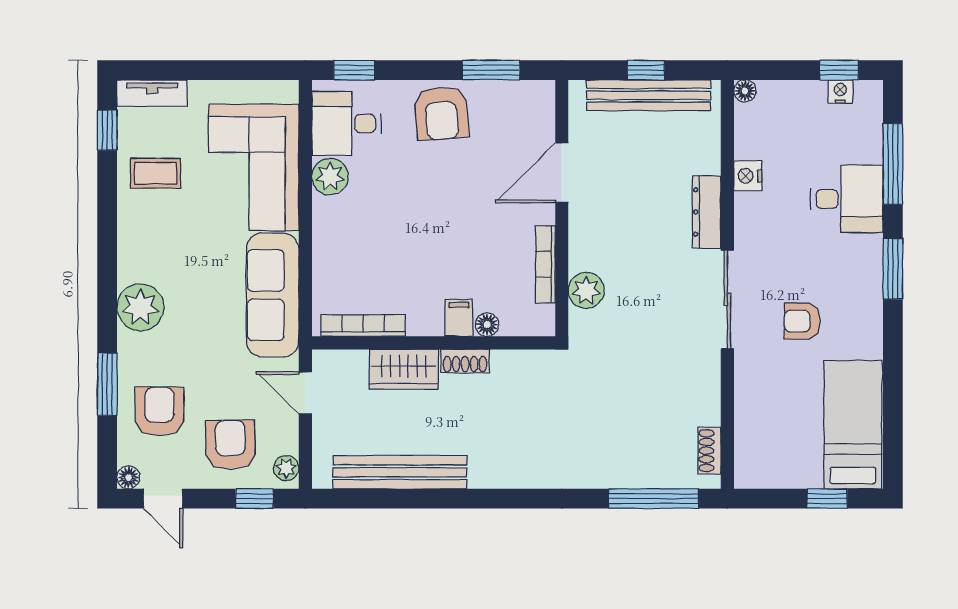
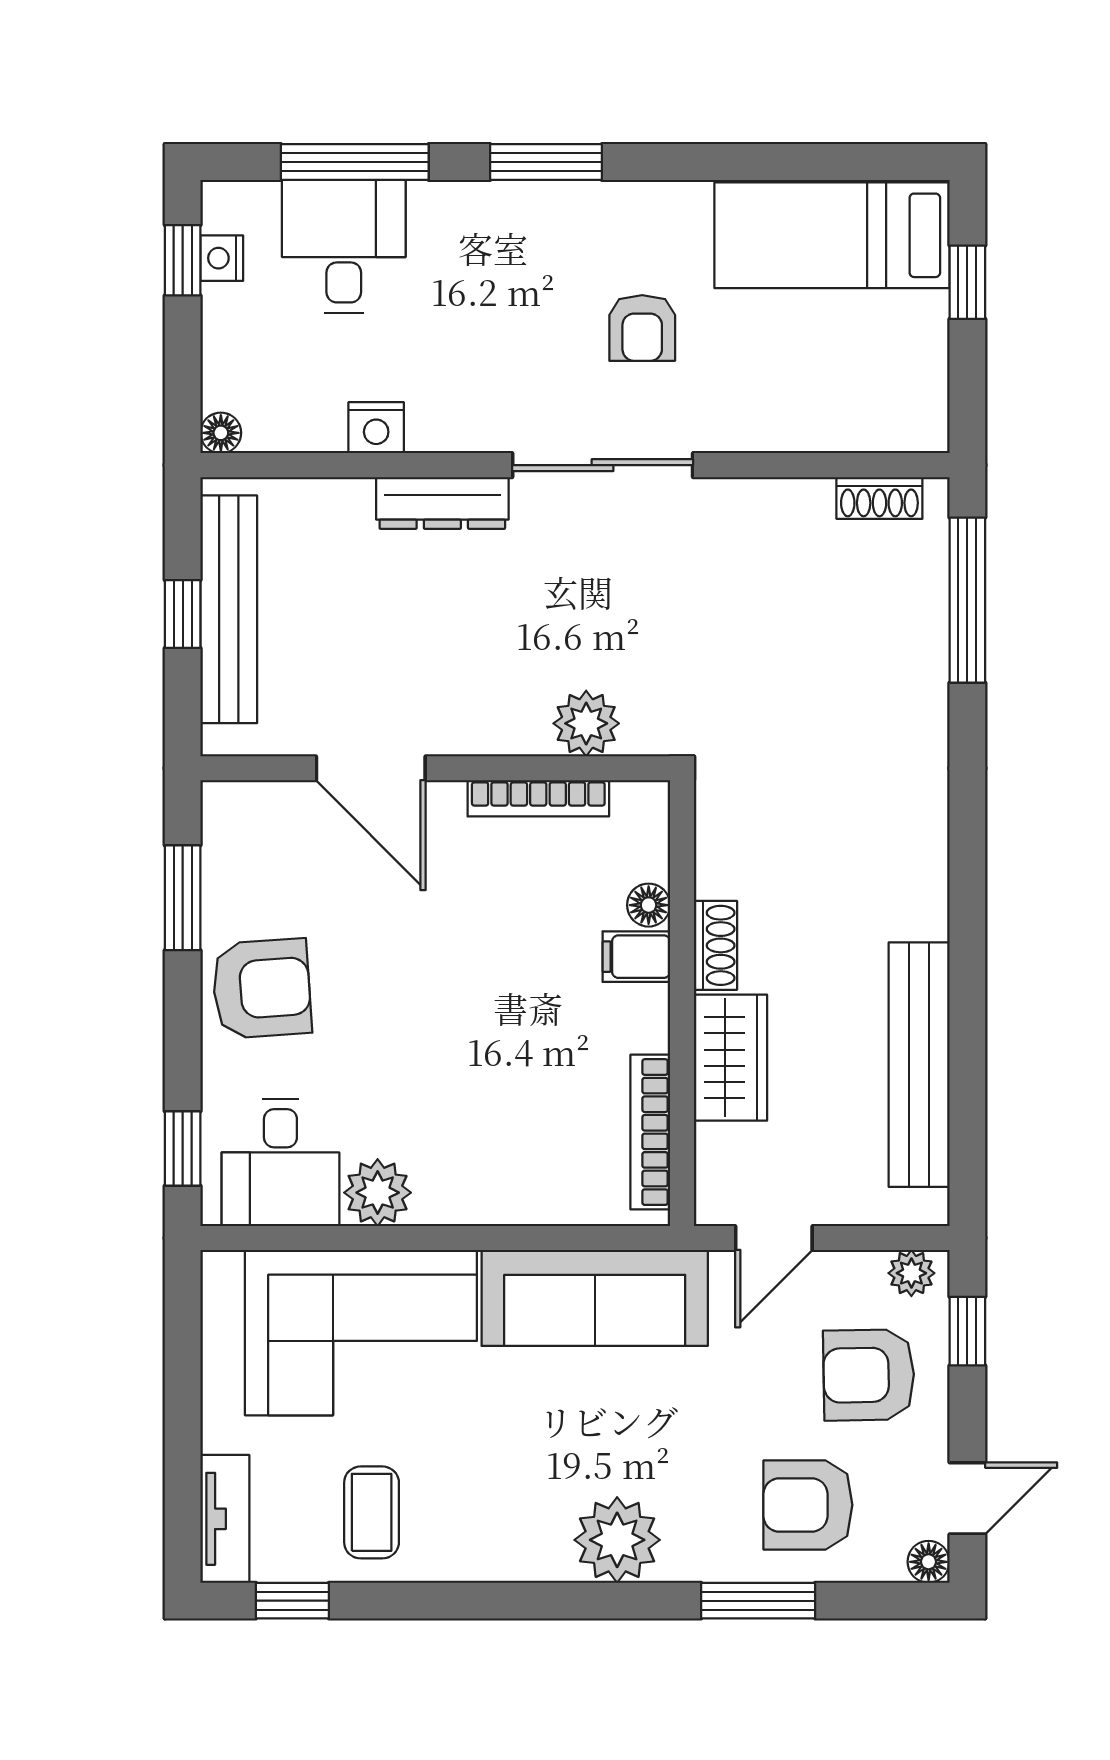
desk: (847, 199) -> (344, 246), moved

